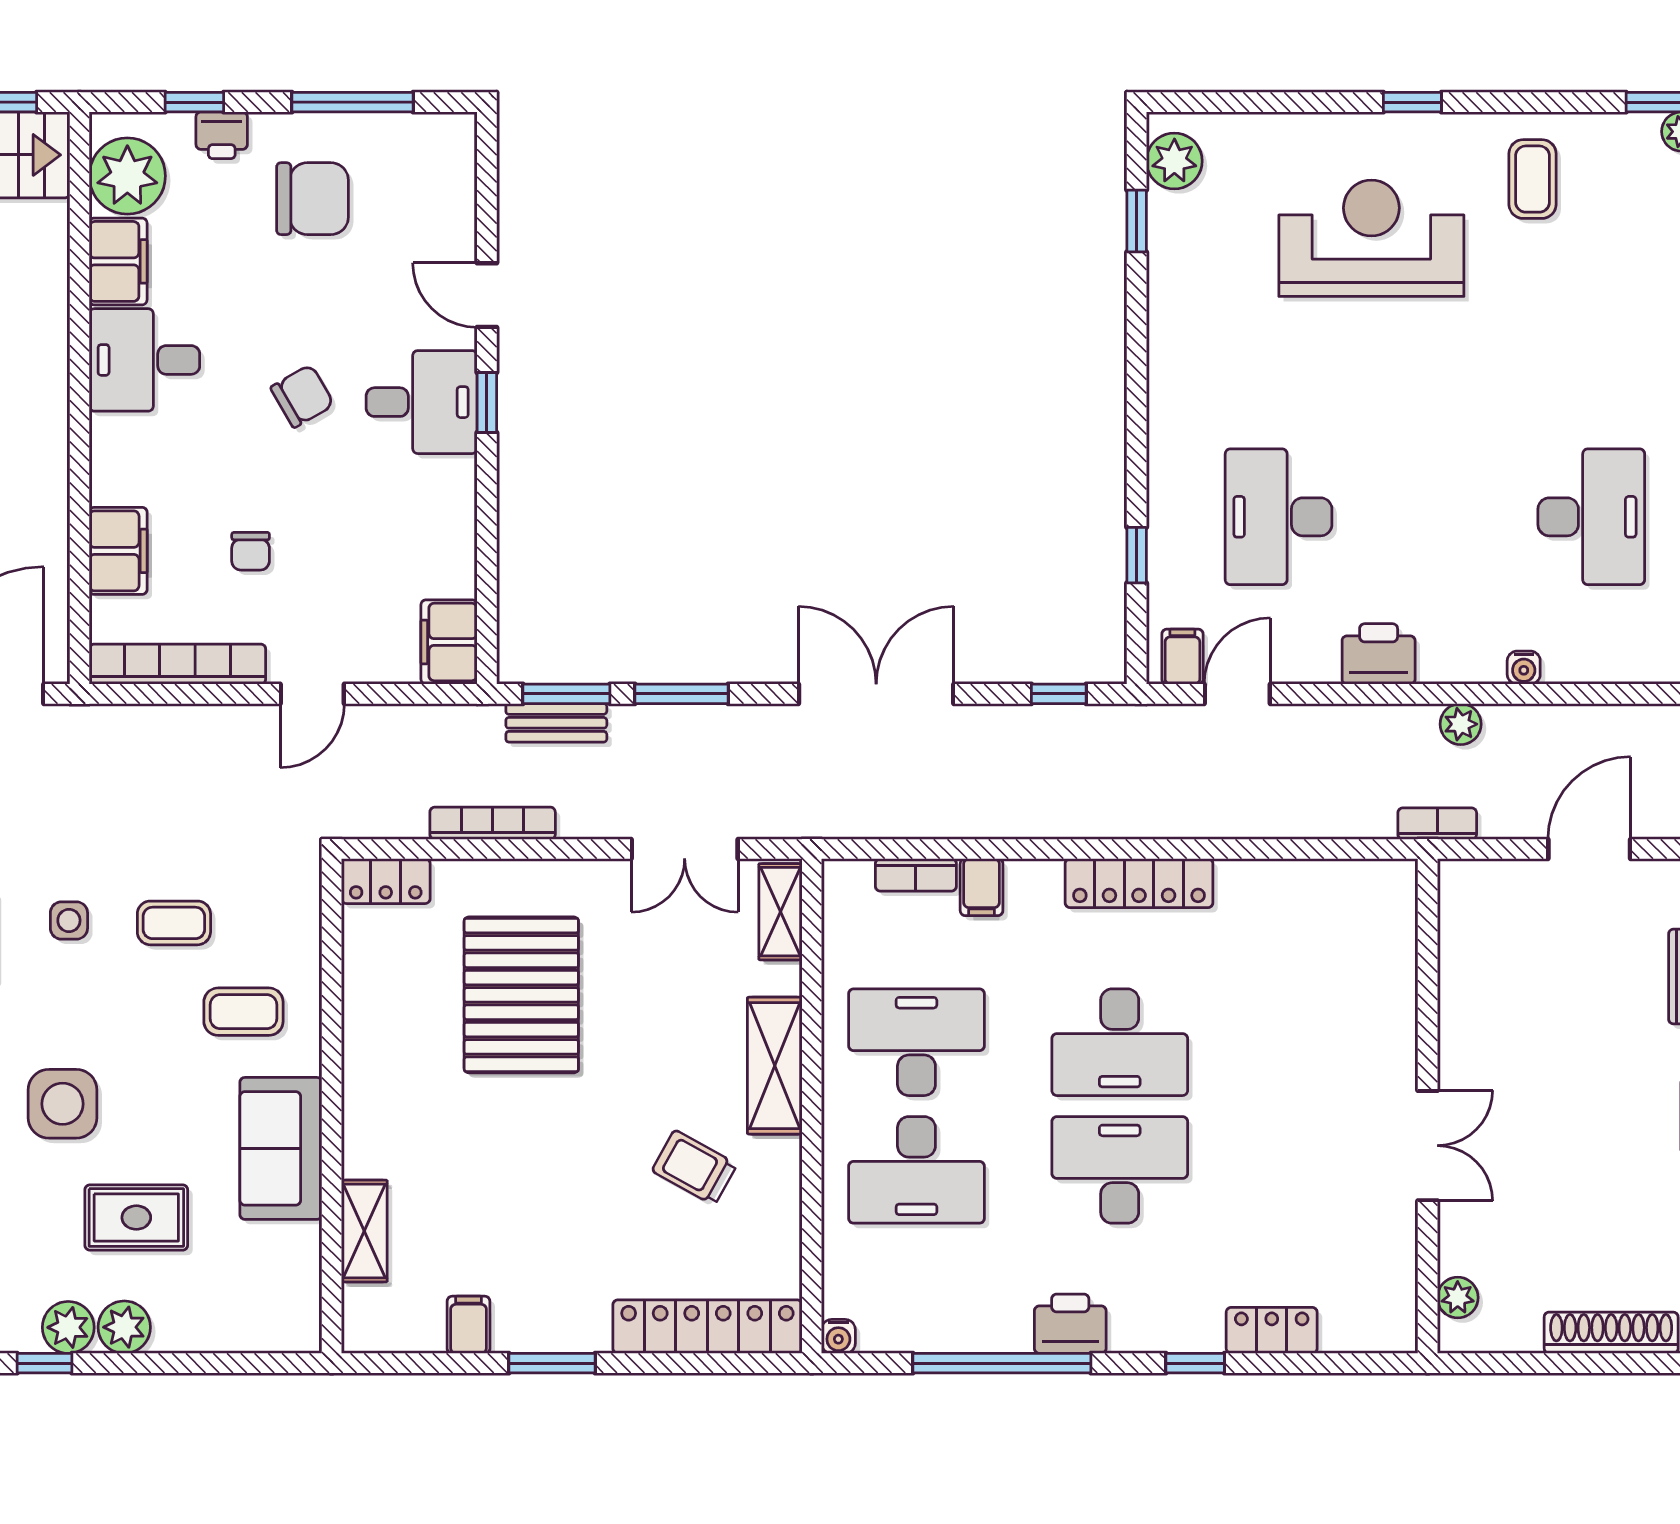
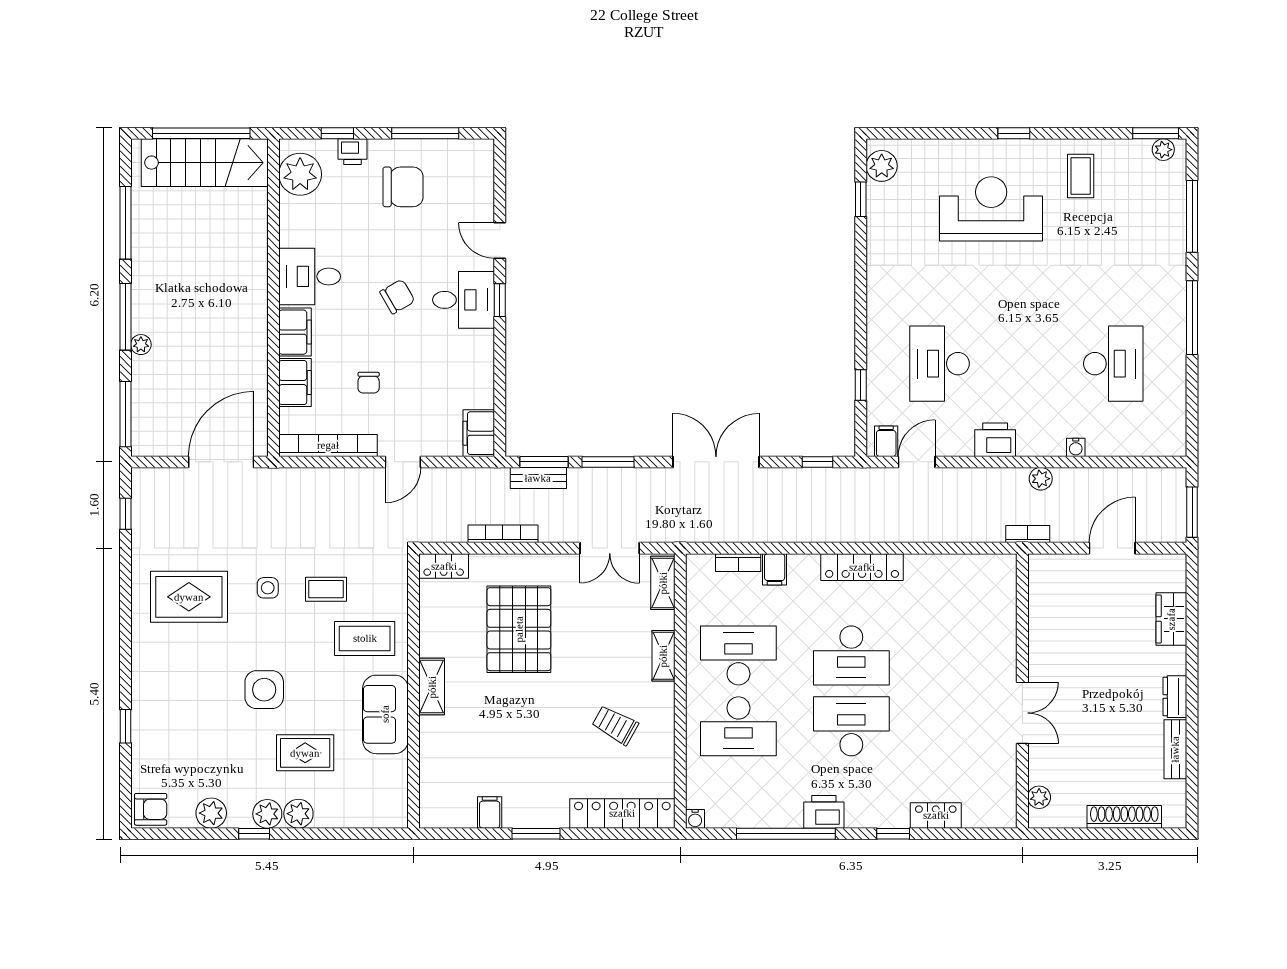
filing cabinet: (118, 261) -> (295, 332), moved
coffee table: (243, 1012) -> (365, 638), width x1.36, depth x1.30
shelving: (775, 1066) -> (663, 656), width x0.67, depth x0.75
shelving: (364, 1231) -> (432, 687), moved

